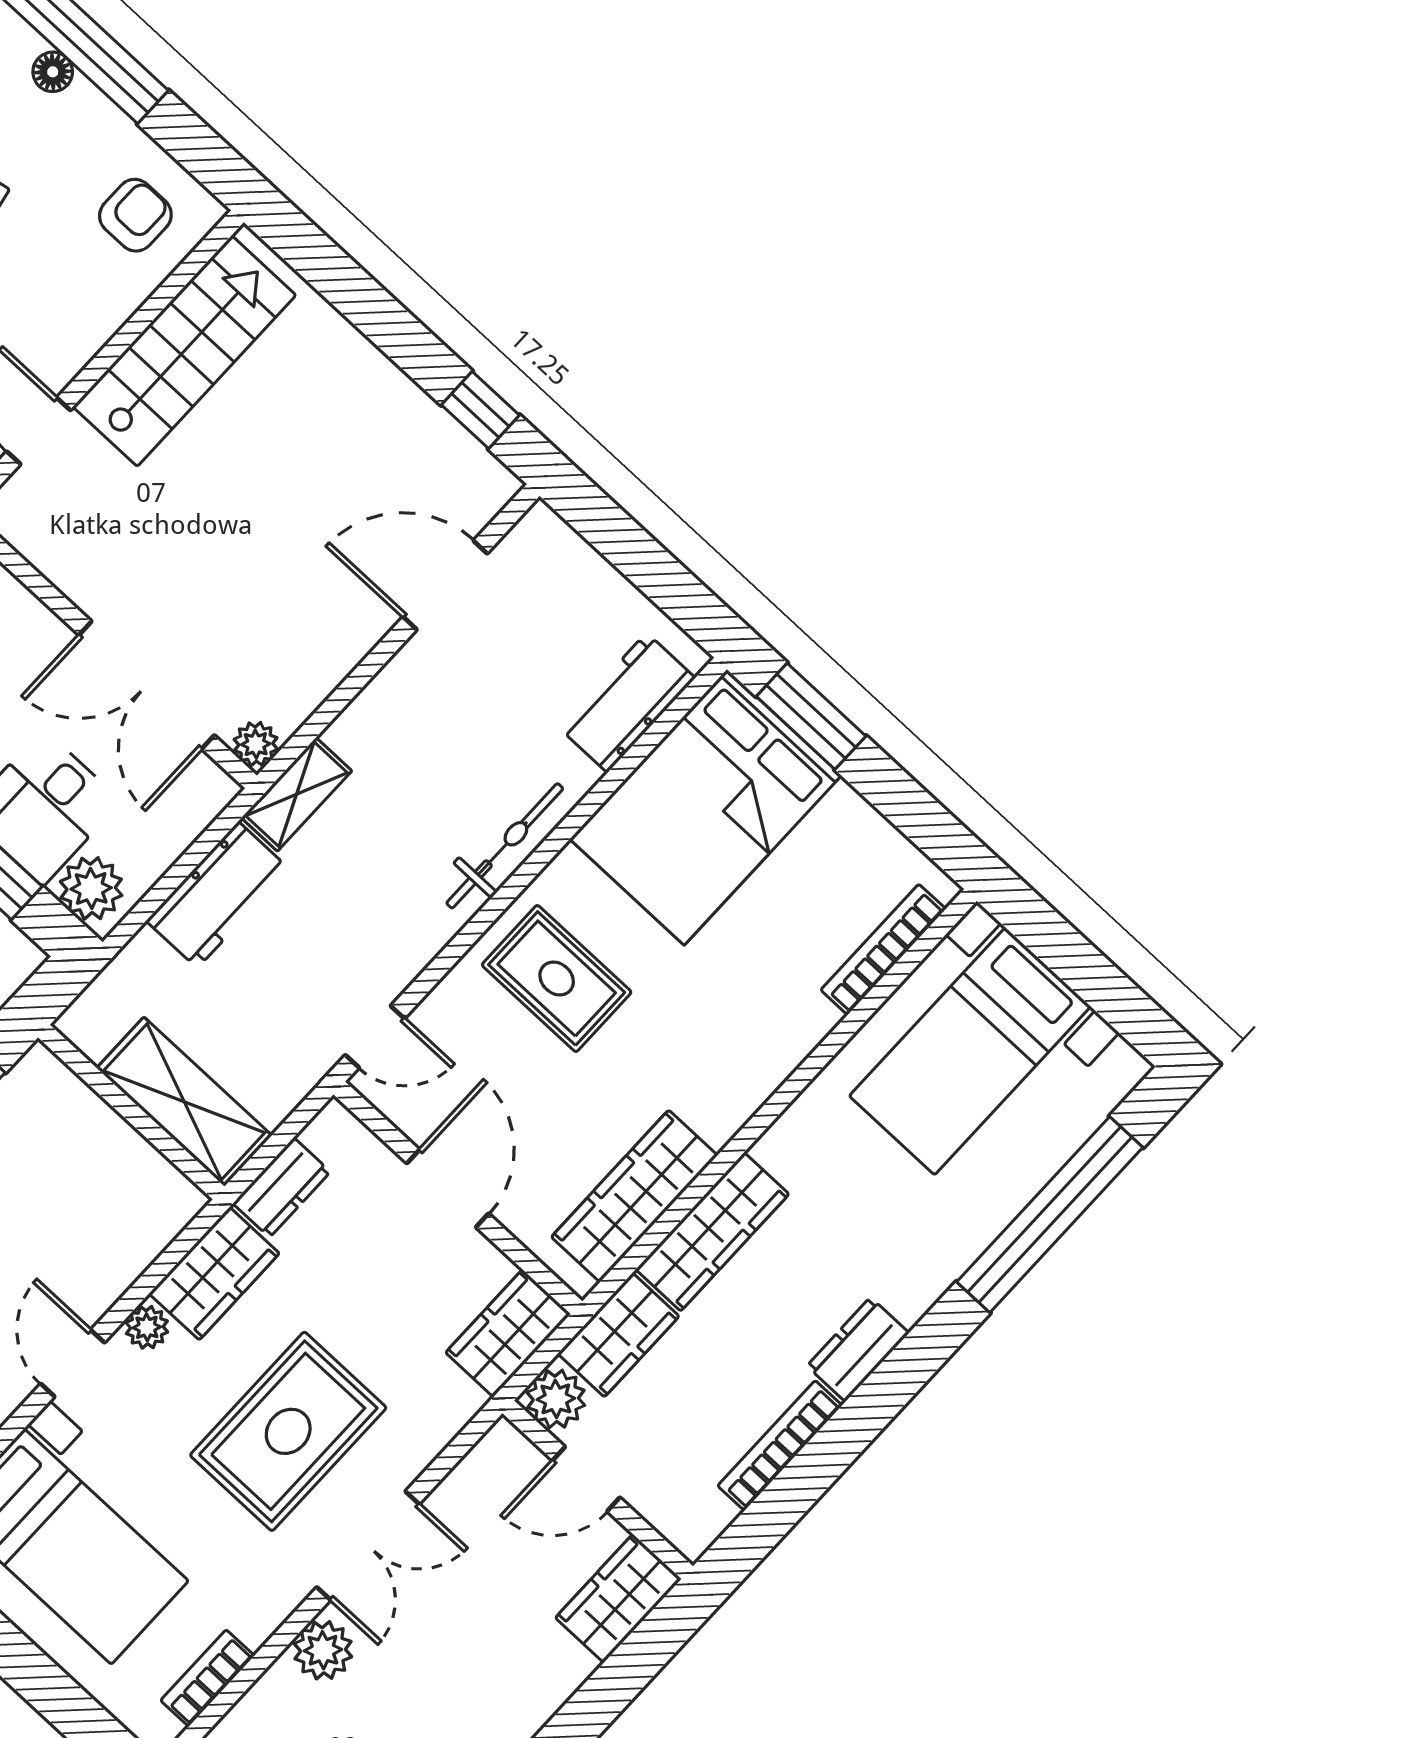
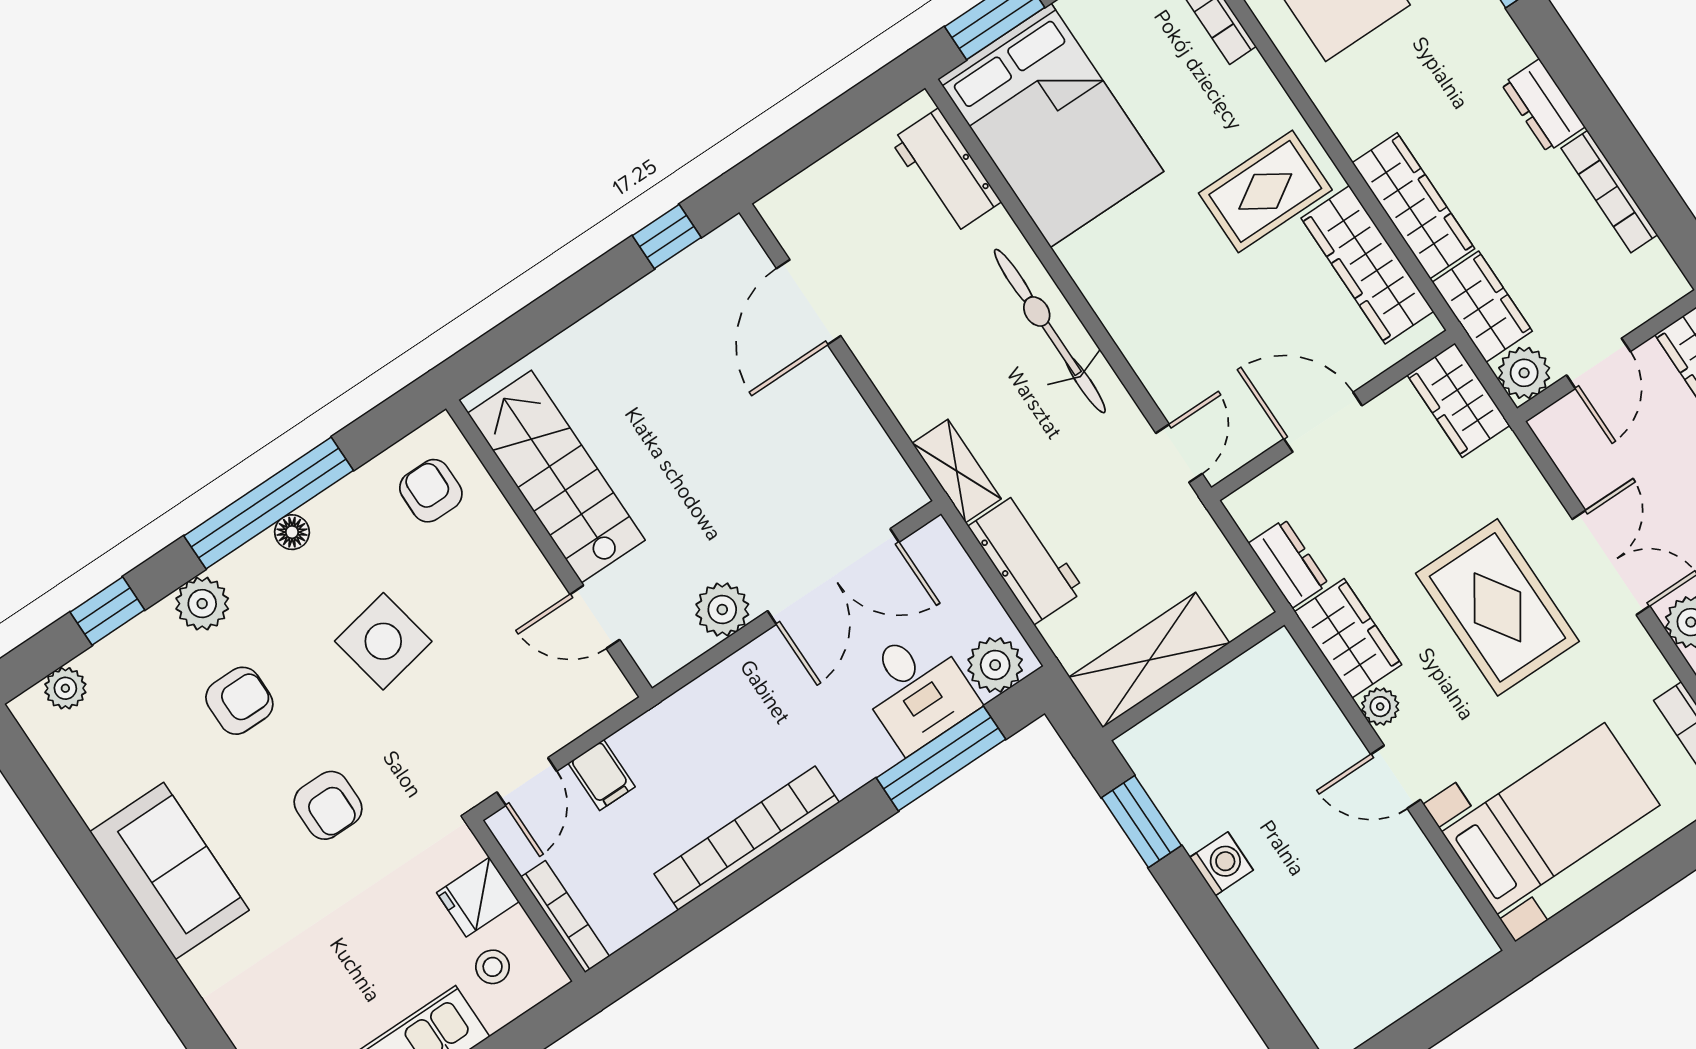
plant: (256, 744) -> (722, 610), moved, width x1.38, depth x1.38
bicycle: (505, 846) -> (1050, 331), width x1.37, depth x1.40
rug: (557, 979) -> (1265, 191), moved
shelving: (184, 1102) -> (1149, 660), moved

